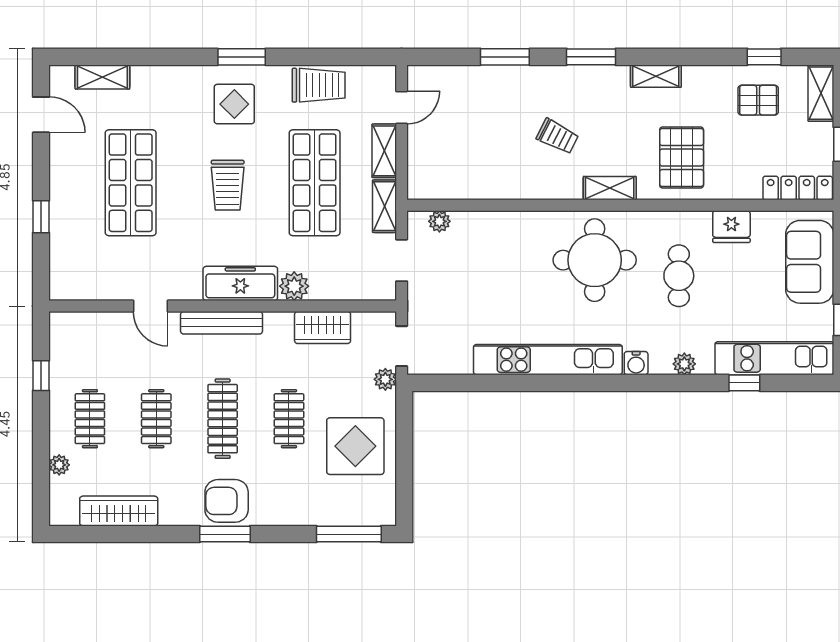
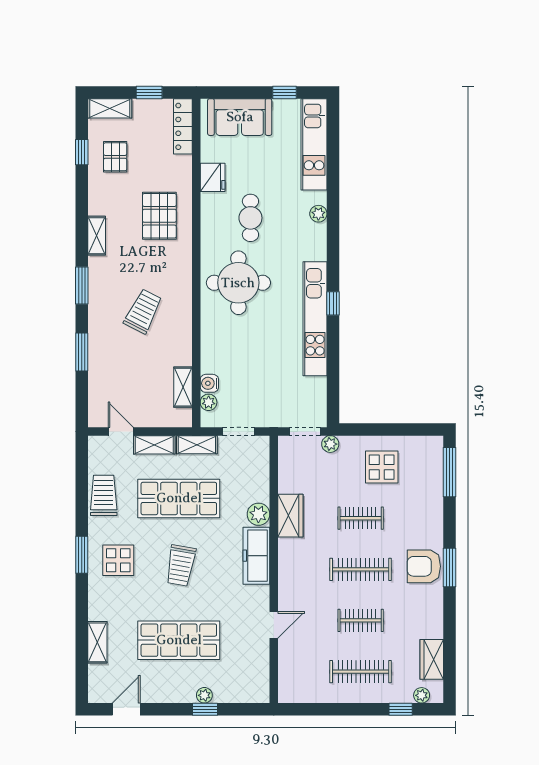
shelving: (102, 77) -> (97, 642), moved
trolley: (557, 136) -> (143, 311), width x1.36, depth x1.39
pallet: (682, 158) -> (159, 216), turned 90
trolley: (228, 185) -> (181, 565), turned 100
shelving: (610, 188) -> (183, 387), moved
plant: (59, 216) -> (204, 695), added
cafe table: (679, 276) -> (250, 218), turned 90
bench: (222, 323) -> (287, 570), removed
wardrobe: (323, 327) -> (290, 516), moved
water cooler: (636, 363) -> (209, 383), moved, turned 180
window: (41, 376) -> (401, 709), moved
window: (744, 383) -> (333, 303), moved
clothes rail: (90, 419) -> (361, 672), width x1.36
display table: (355, 446) -> (382, 467), width x0.73, depth x0.73
plant: (59, 465) -> (422, 695), moved
armchair: (227, 501) -> (424, 566), turned 90
wardrobe: (119, 511) -> (432, 659), width x0.67

